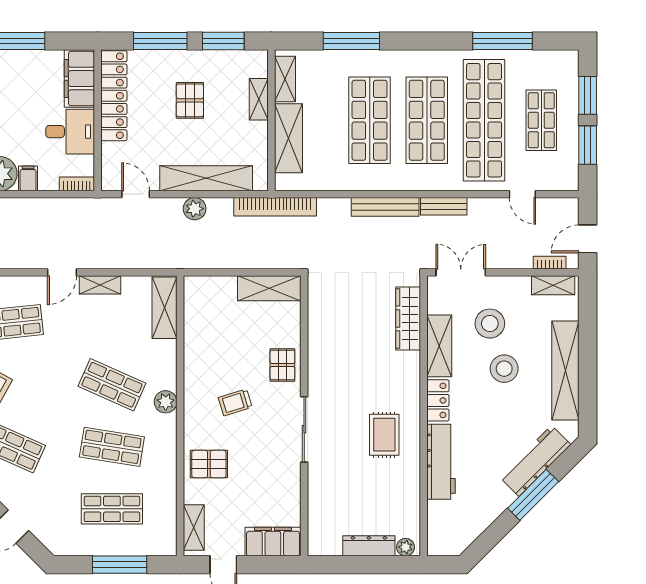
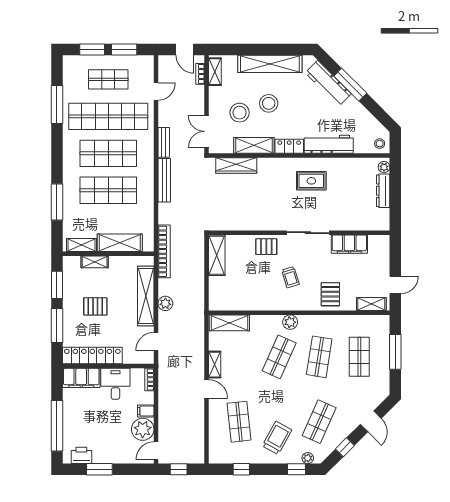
stool: (442, 540) -> (380, 144), added
filing cabinet: (273, 542) -> (349, 244), moved, turned -90

